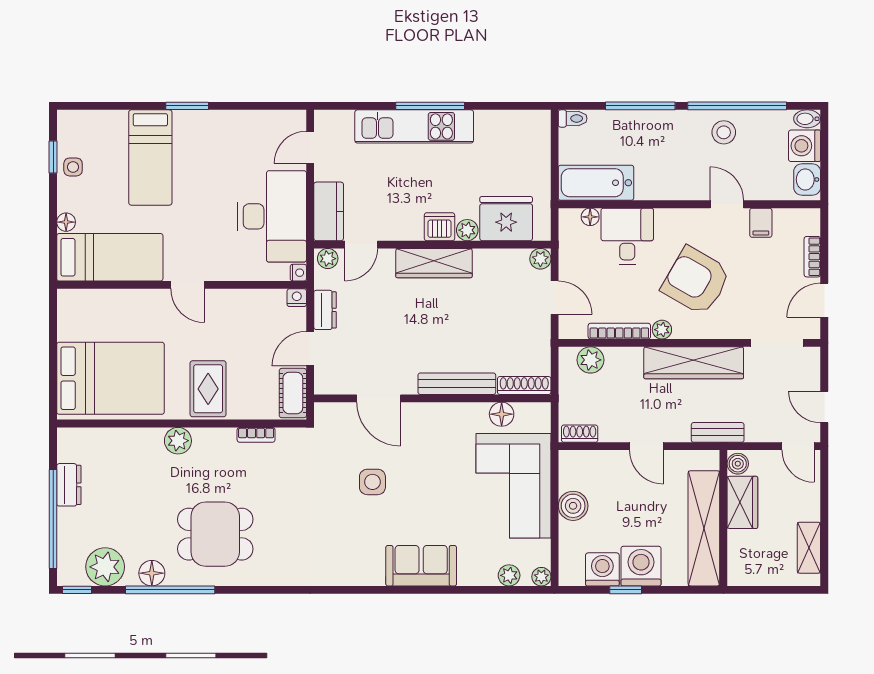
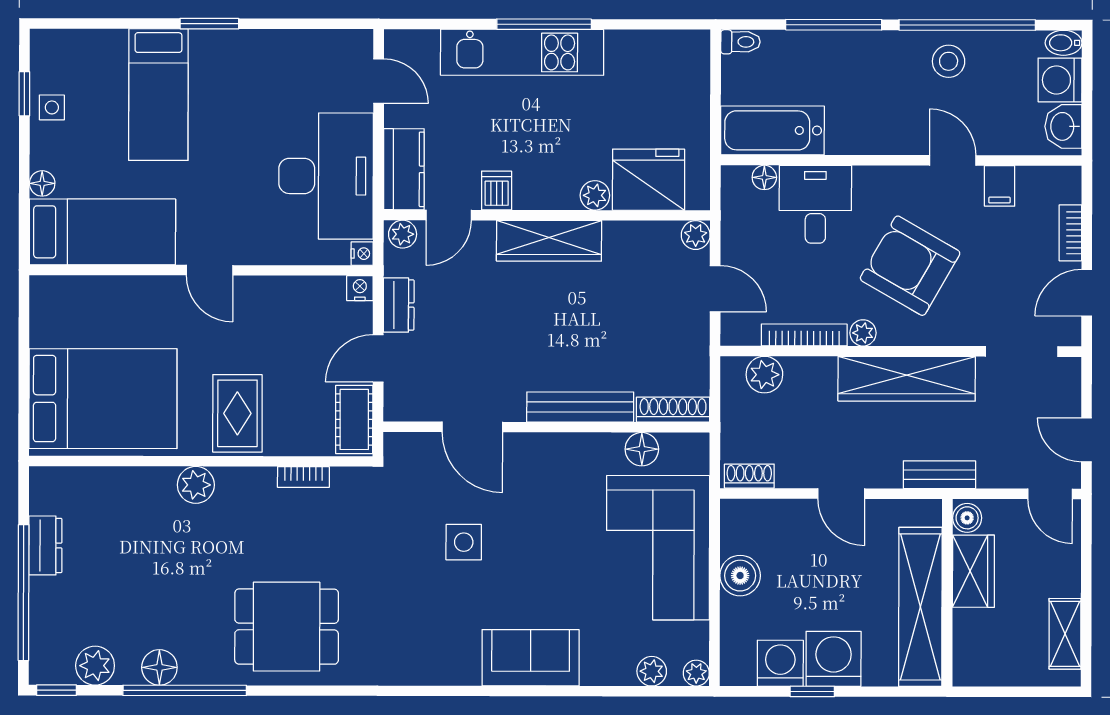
door: (310, 147) -> (379, 81), swing flipped
dishwasher: (439, 227) -> (497, 191), moved, width x0.73
dining table: (215, 534) -> (287, 627), moved
plant: (105, 567) -> (95, 666), width x0.73, depth x0.73

